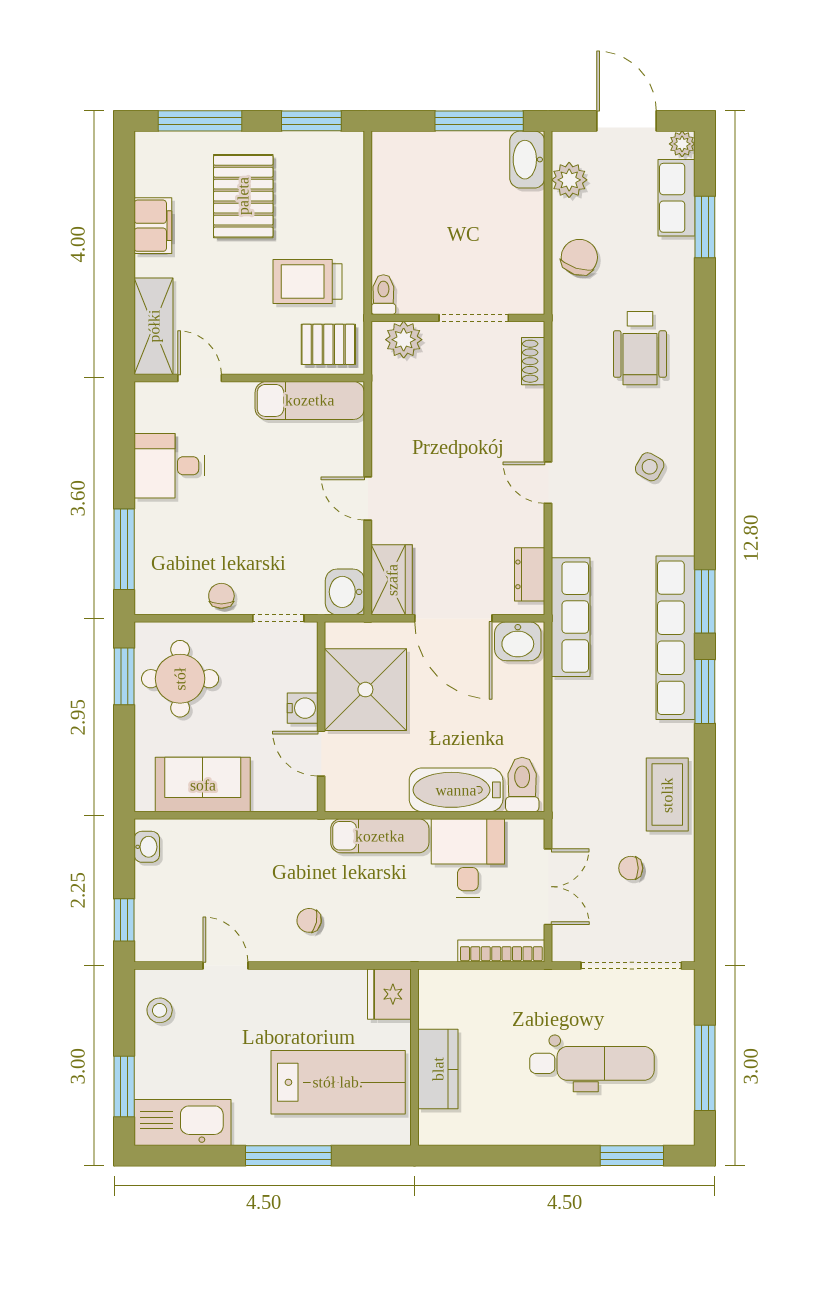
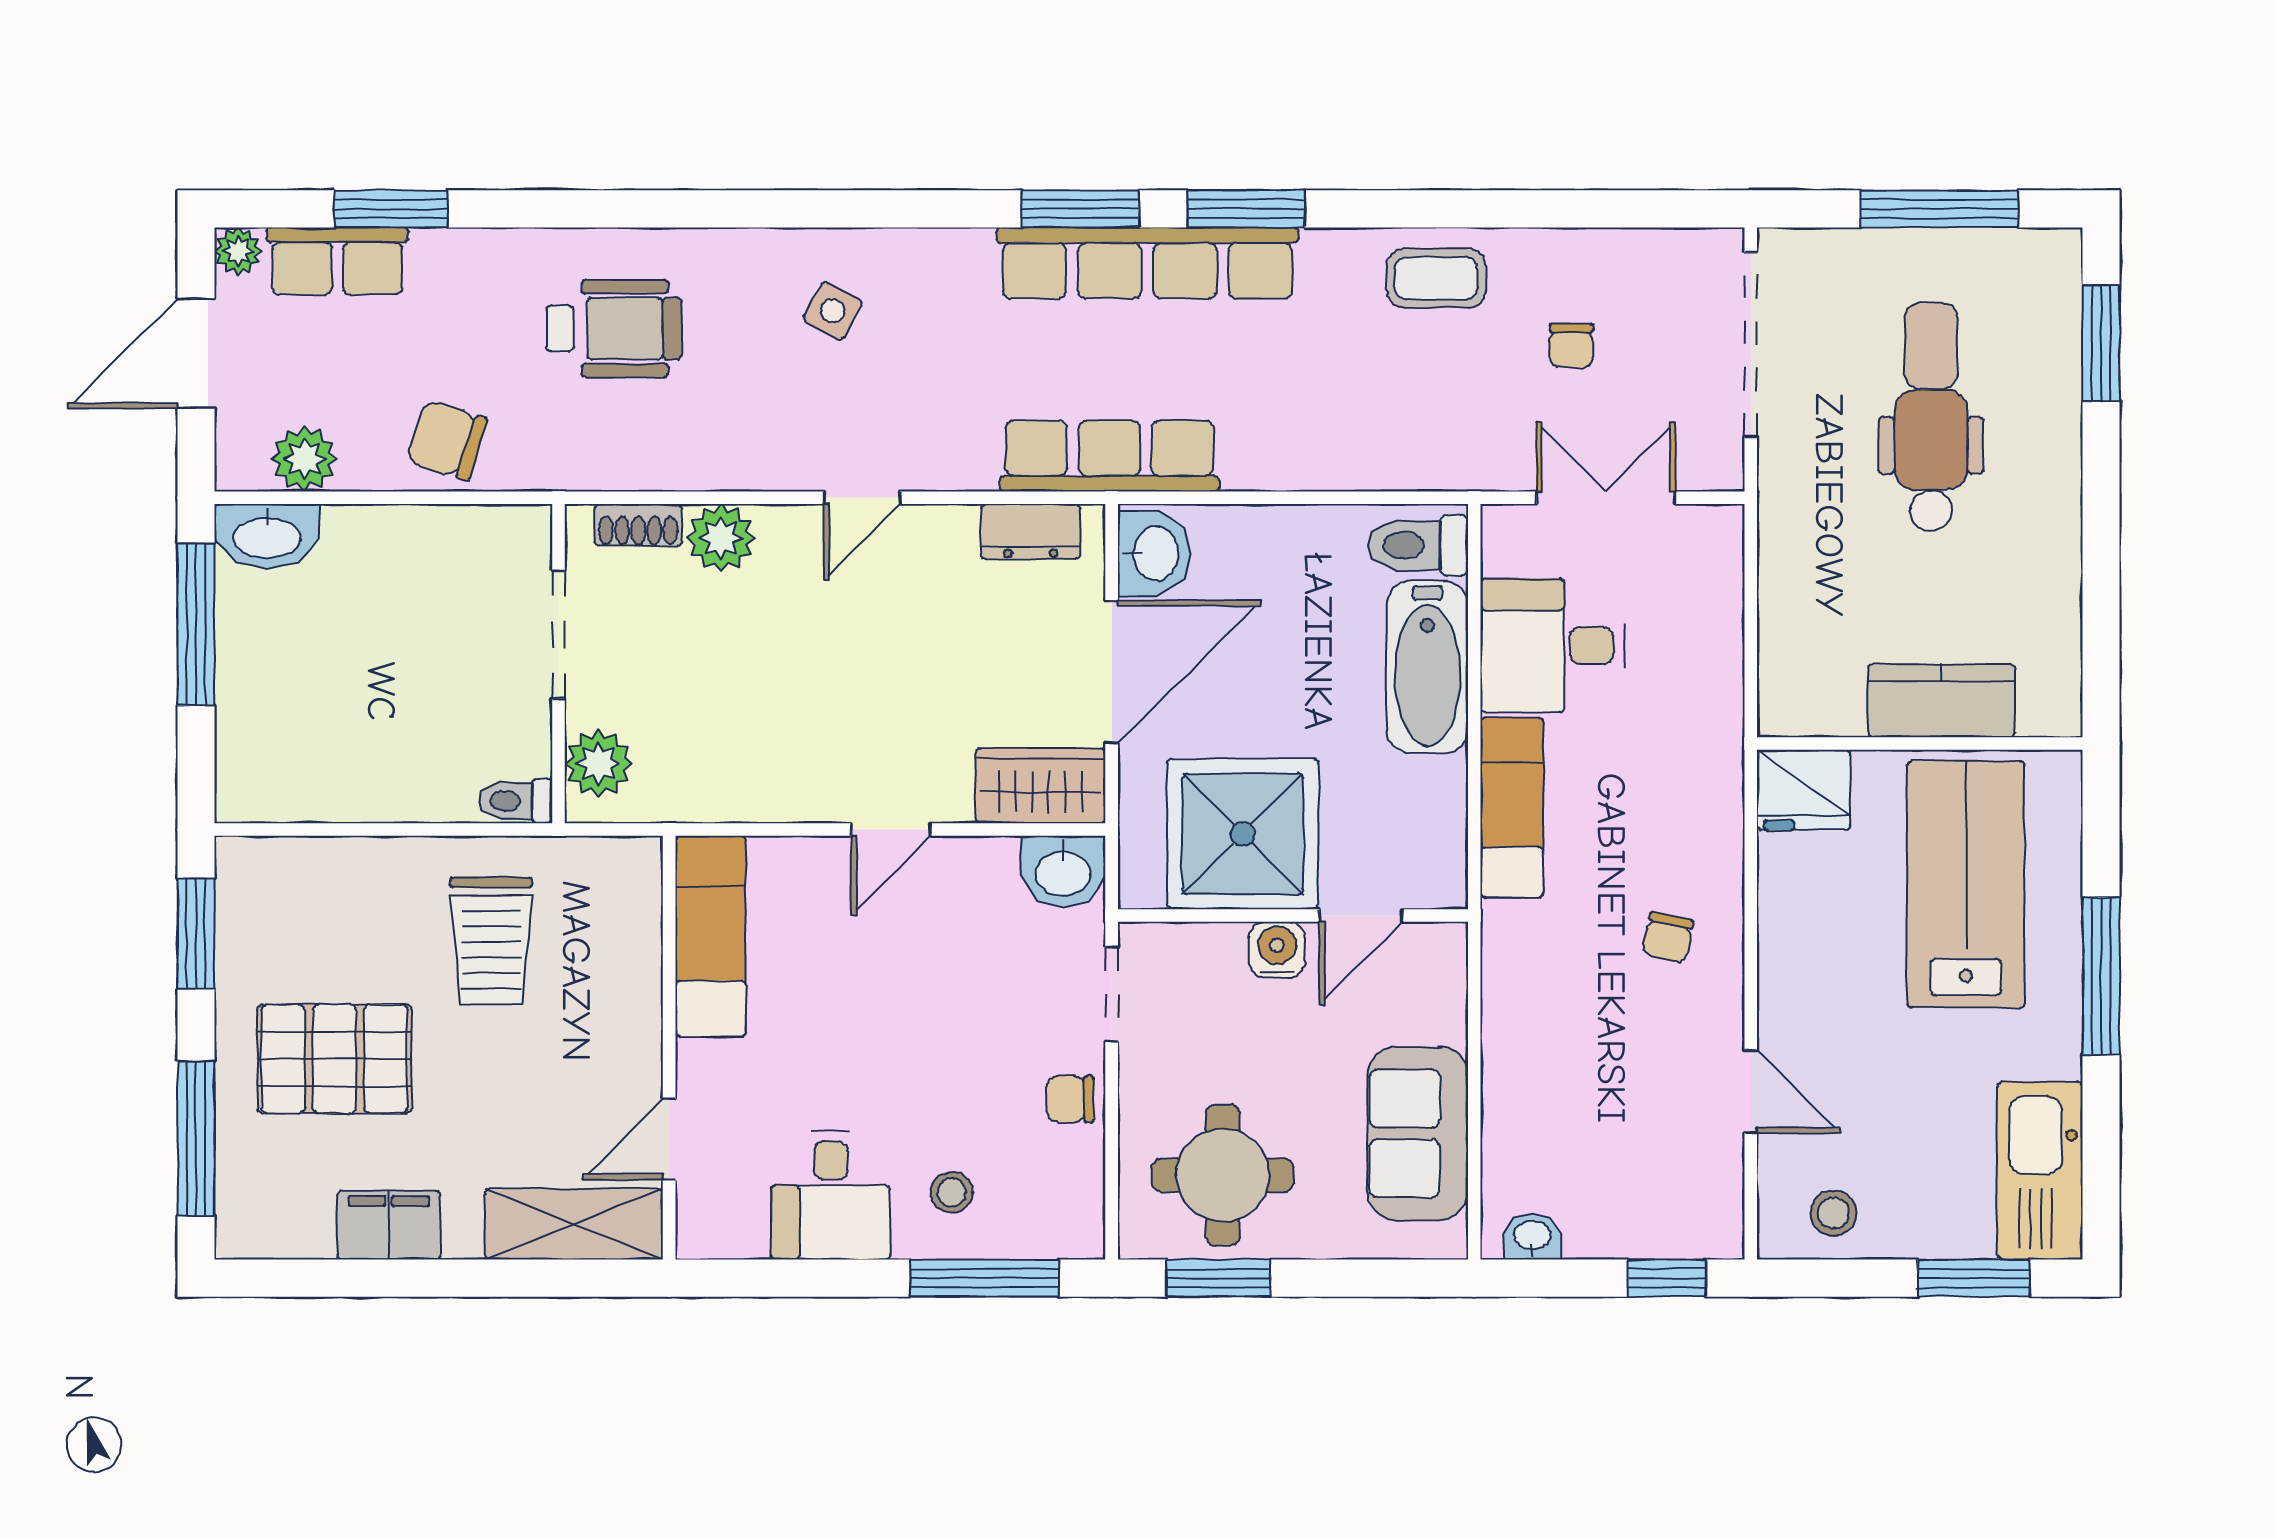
pallet: (328, 344) -> (607, 902), removed
plant: (526, 406) -> (721, 538), added
stool: (171, 531) -> (952, 1192), added
coffee table: (667, 795) -> (1436, 278), width x0.73, depth x0.77
bookcase: (501, 951) -> (1724, 584), removed
door: (225, 965) -> (1751, 1092), swing flipped

